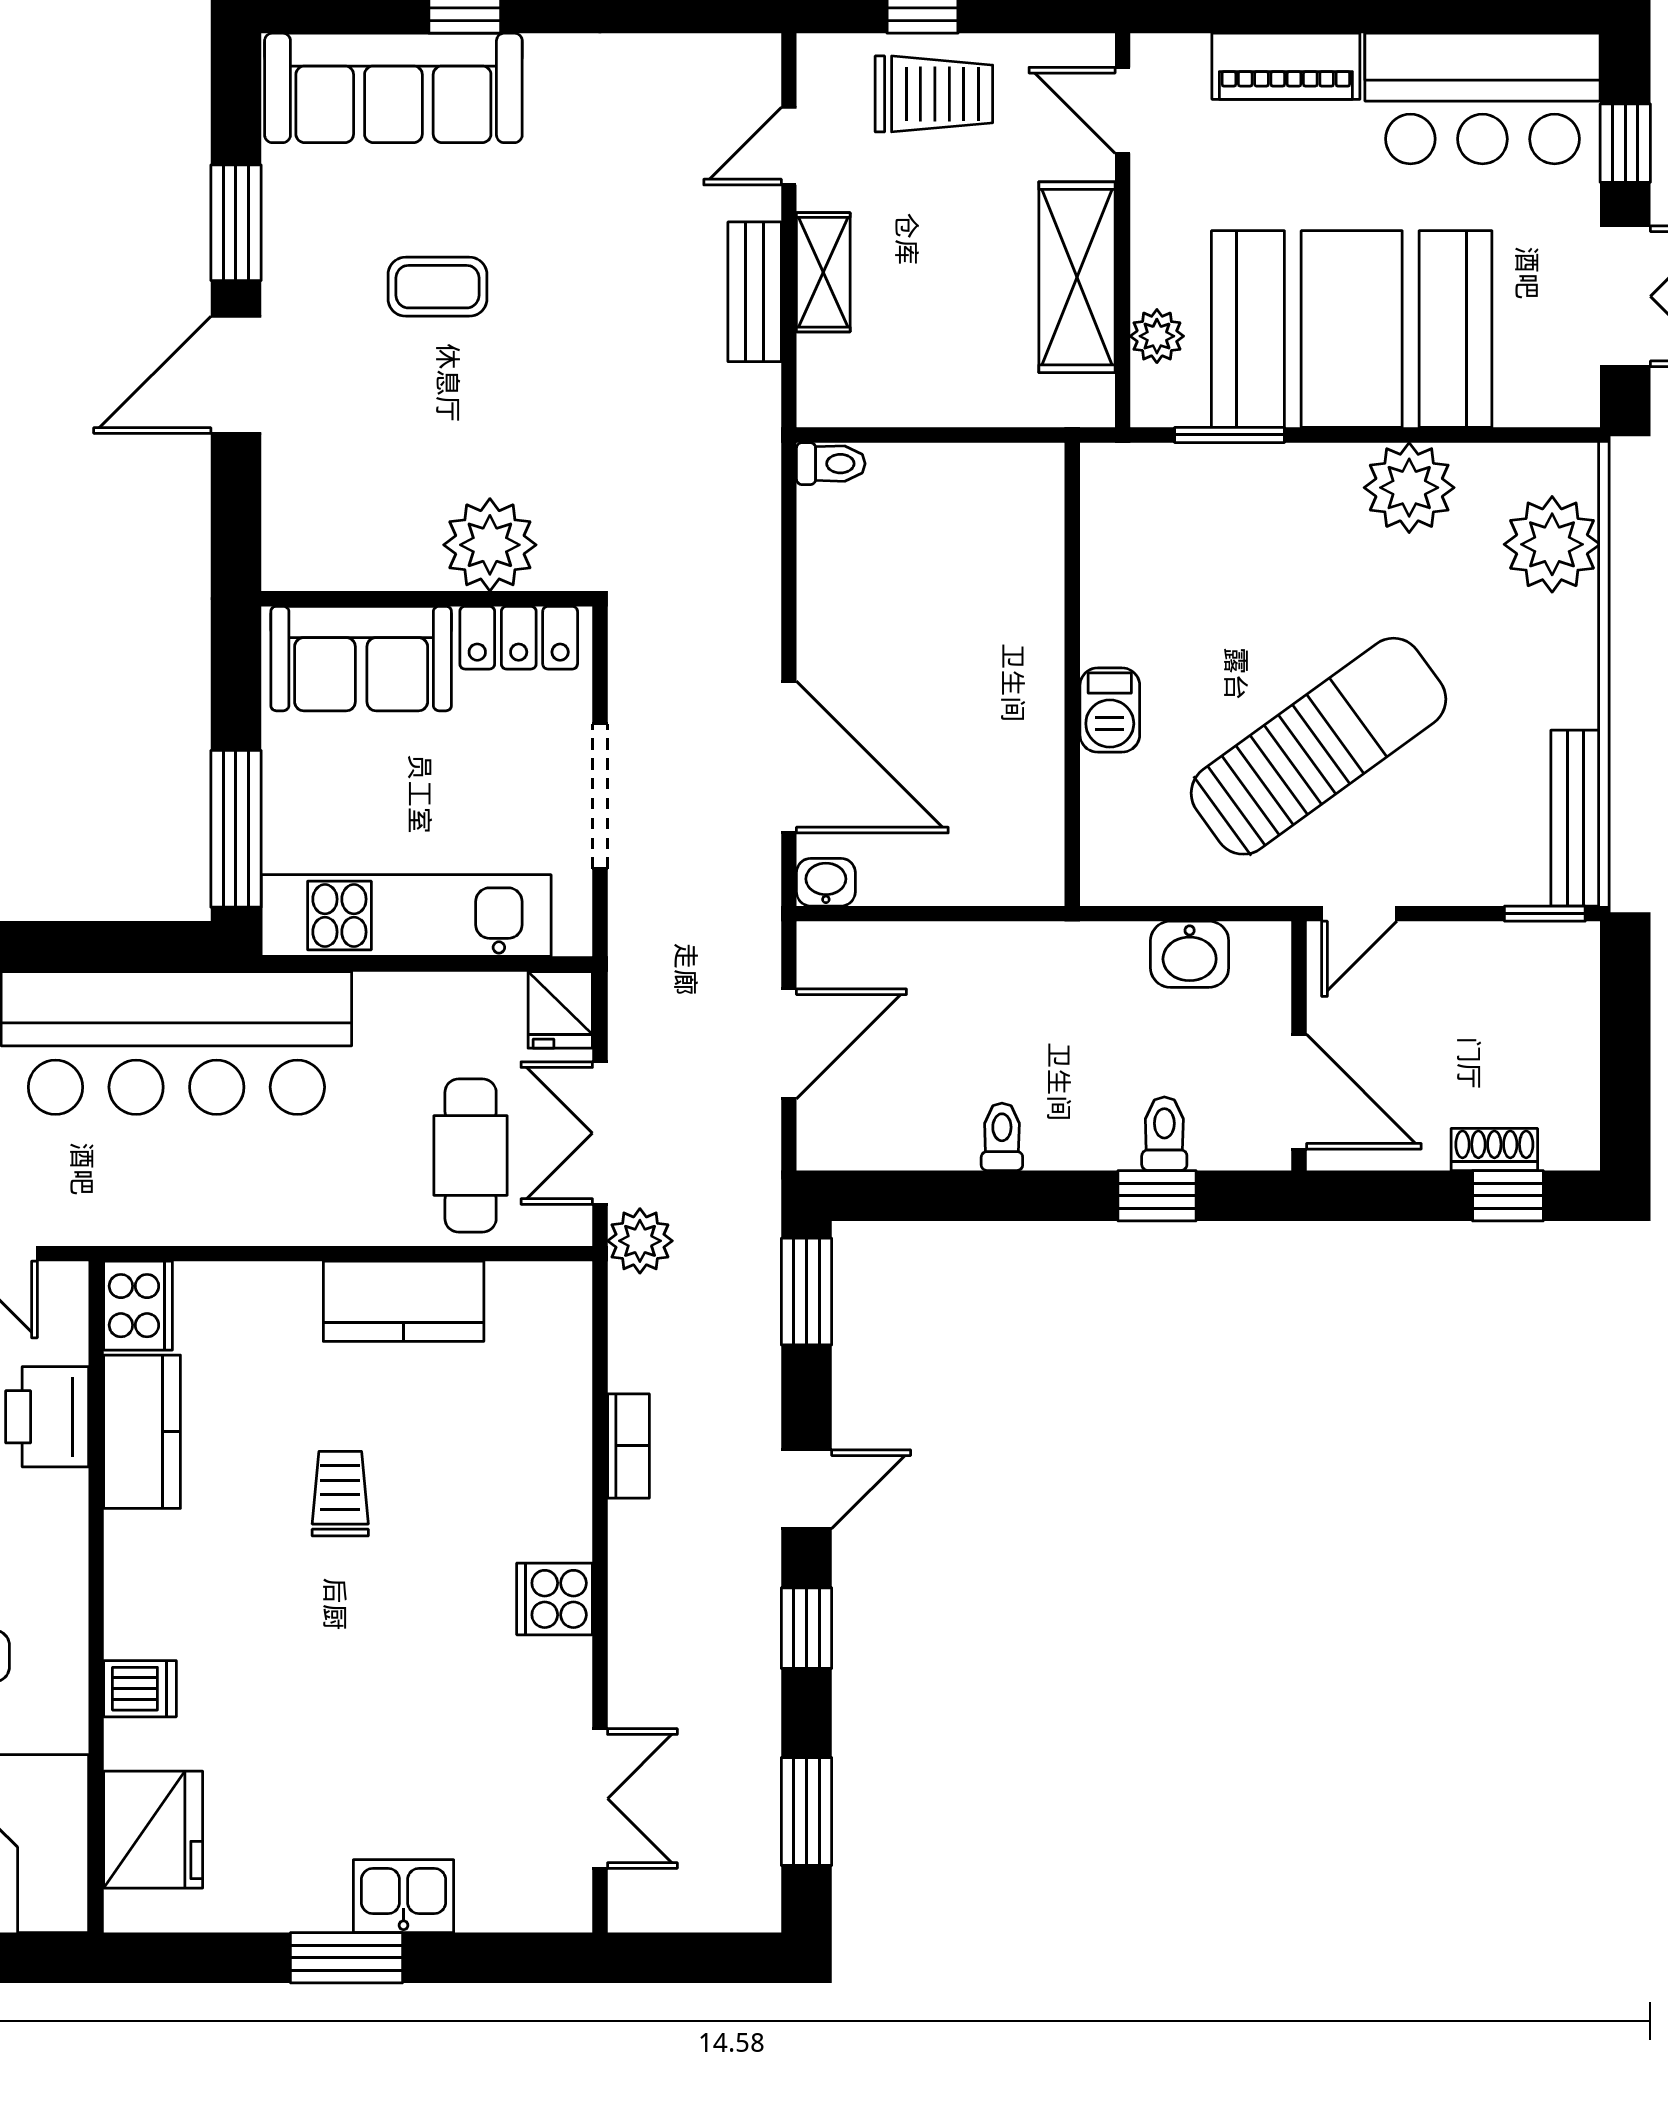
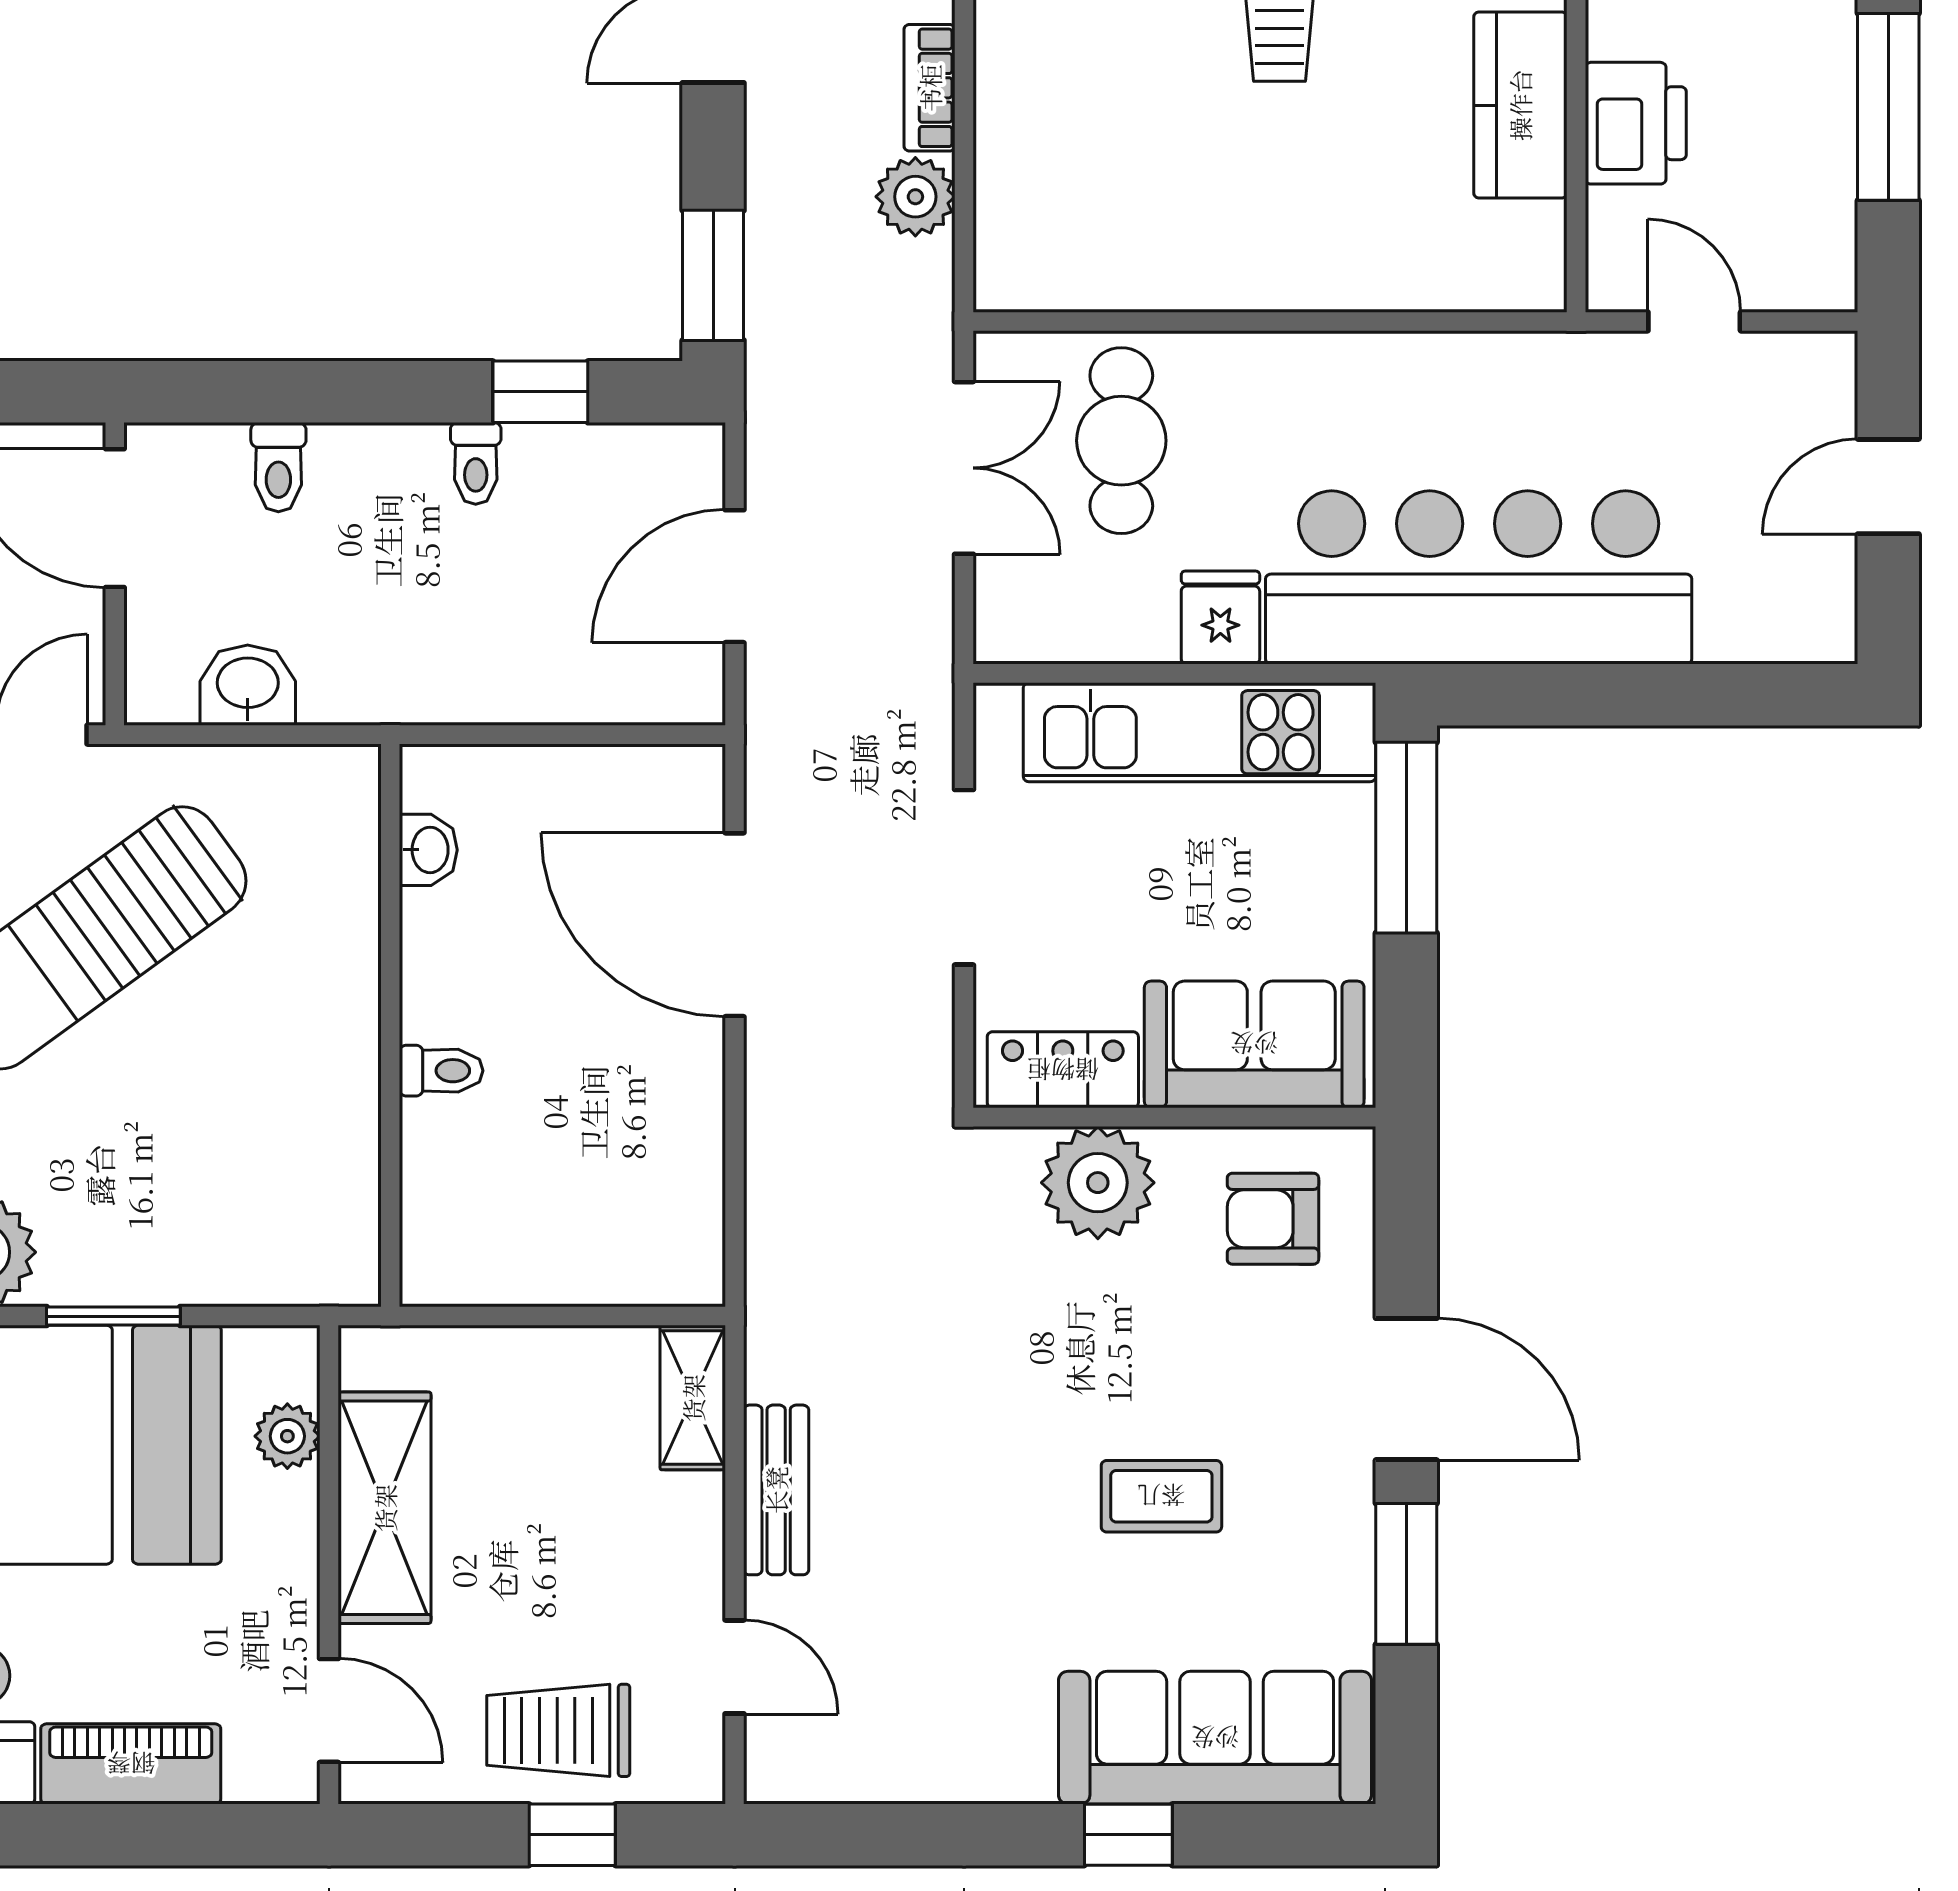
door: (789, 146) -> (735, 1667), hinge flipped
shelving: (823, 272) -> (693, 1398), moved
door: (236, 375) -> (1406, 1389), hinge flipped
window: (1230, 435) -> (113, 1316), moved
toilet: (831, 464) -> (441, 1071), moved, turned 180
armchair: (346, 515) -> (1273, 1219), added
barbecue: (1110, 710) -> (345, 982), removed
washbasin: (826, 882) -> (428, 850), moved, turned -90
fridge: (560, 1010) -> (1220, 618), moved
window: (1157, 1196) -> (540, 392), moved
plant: (640, 1241) -> (915, 197), moved
kitchen counter: (404, 1301) -> (1203, 263), removed
cooker: (138, 1306) -> (1525, 258), removed

